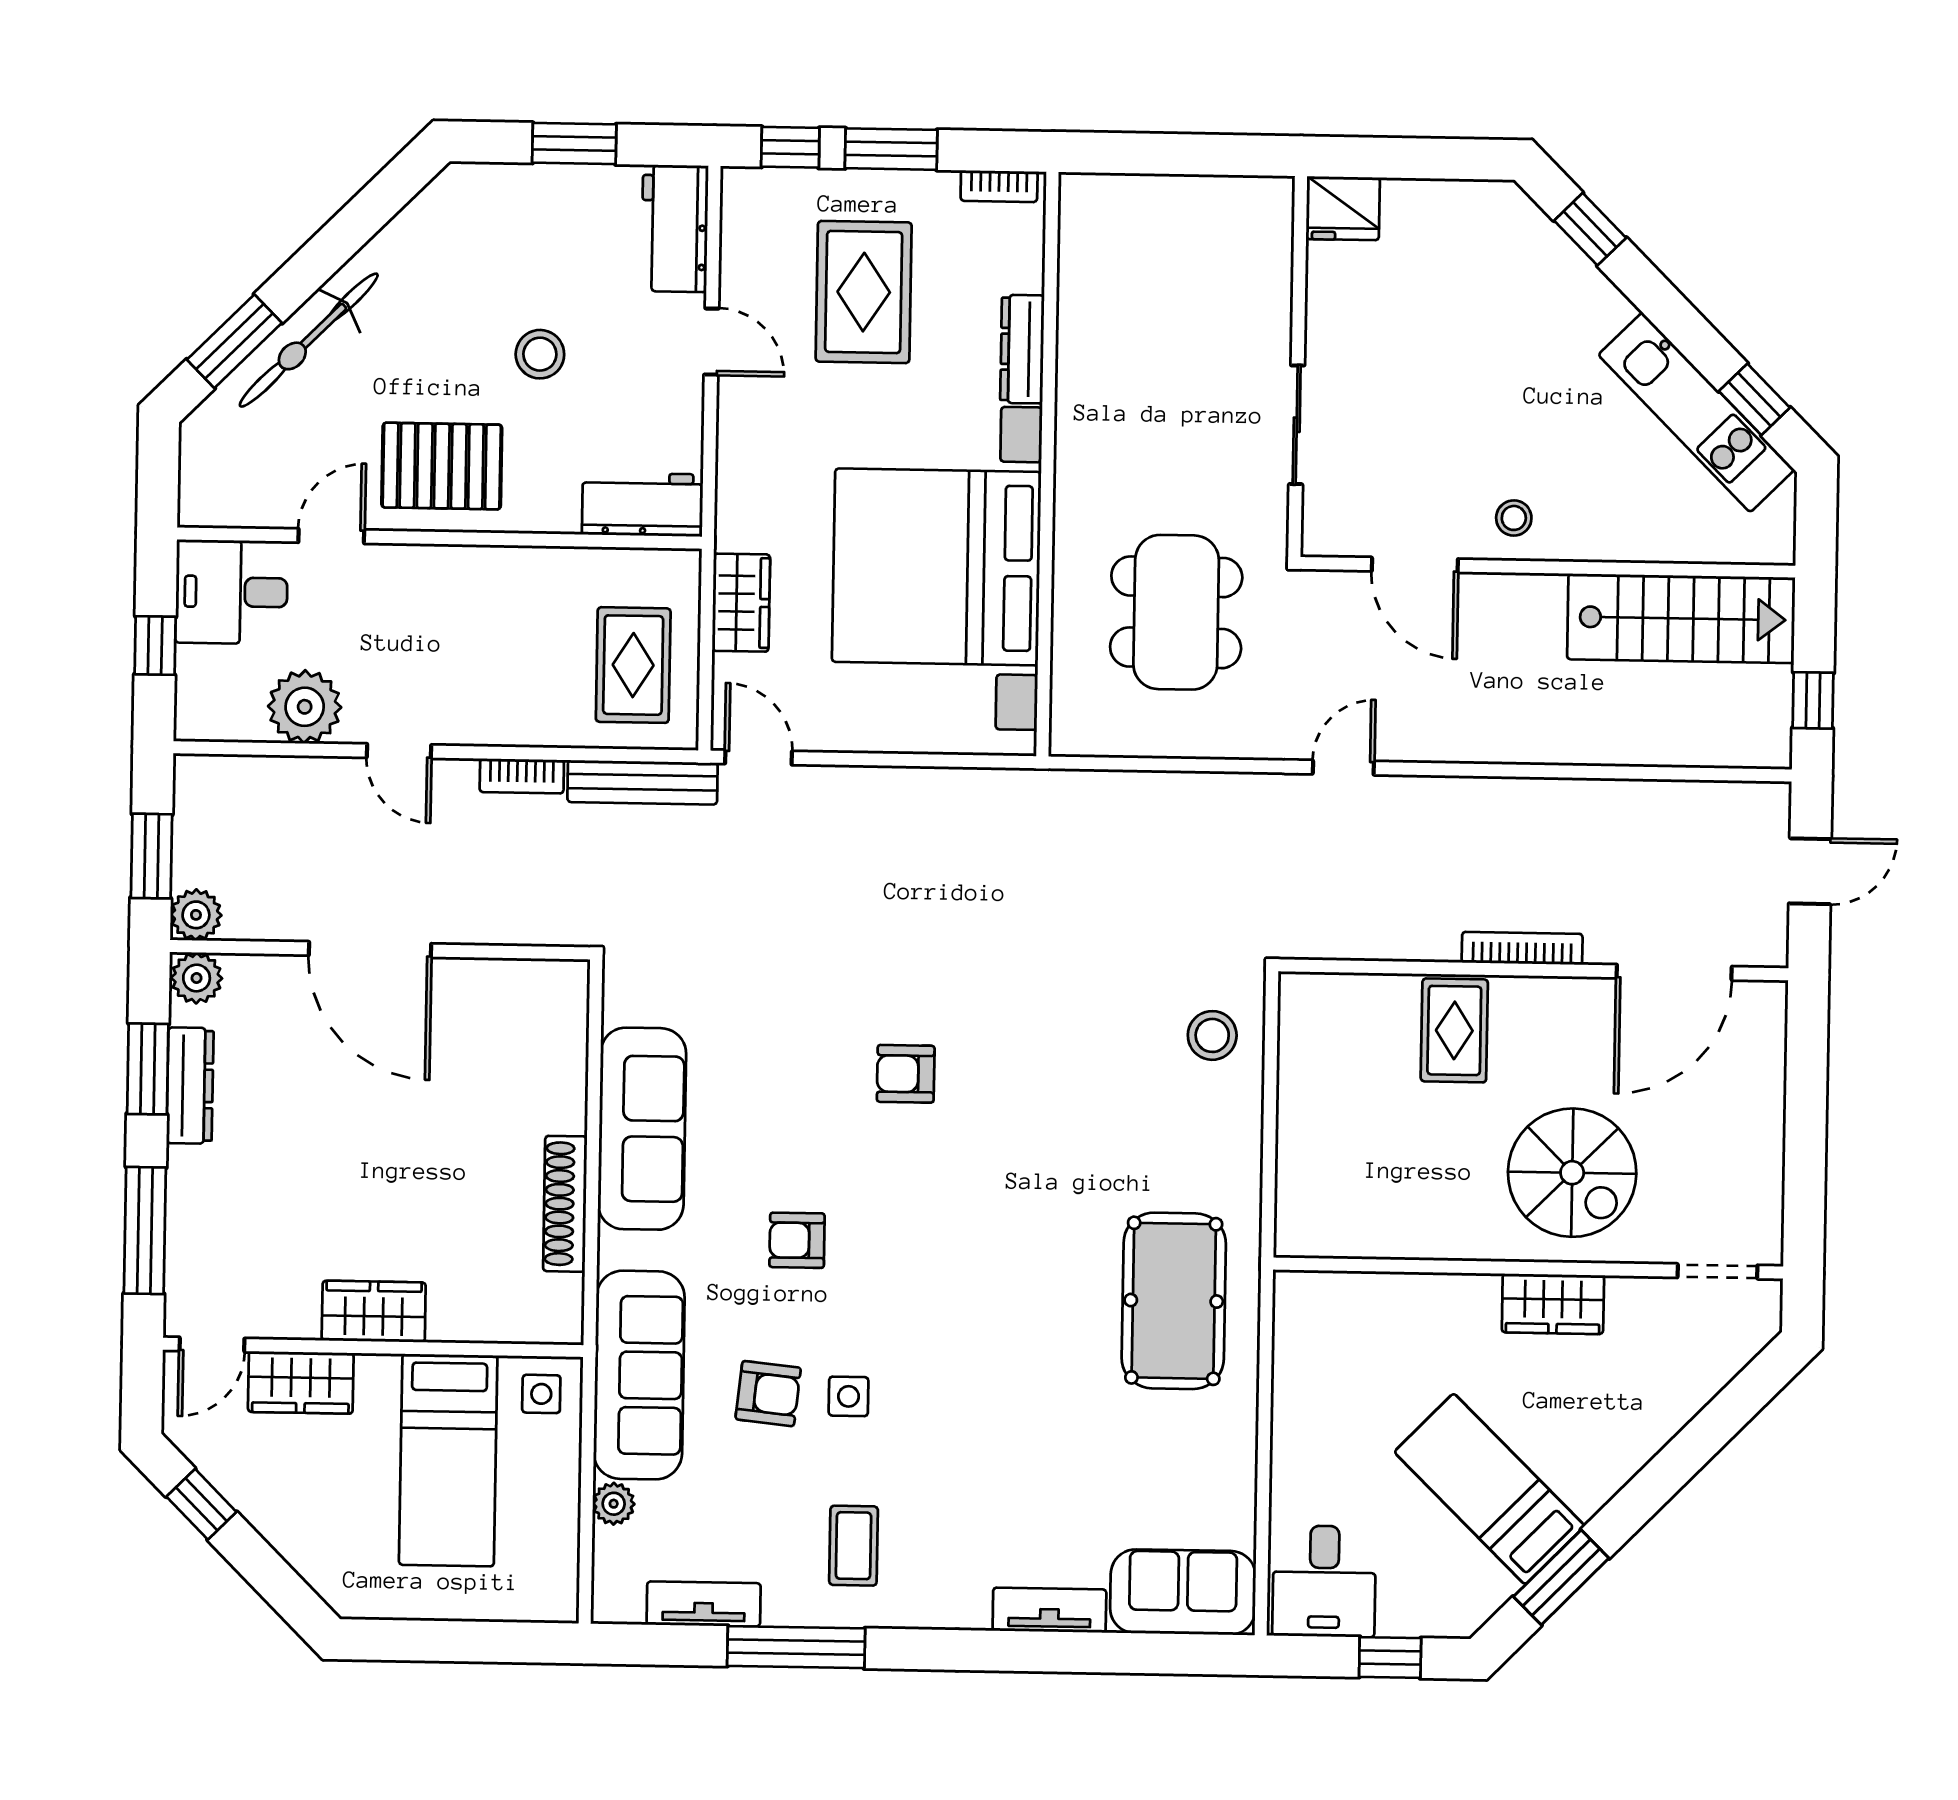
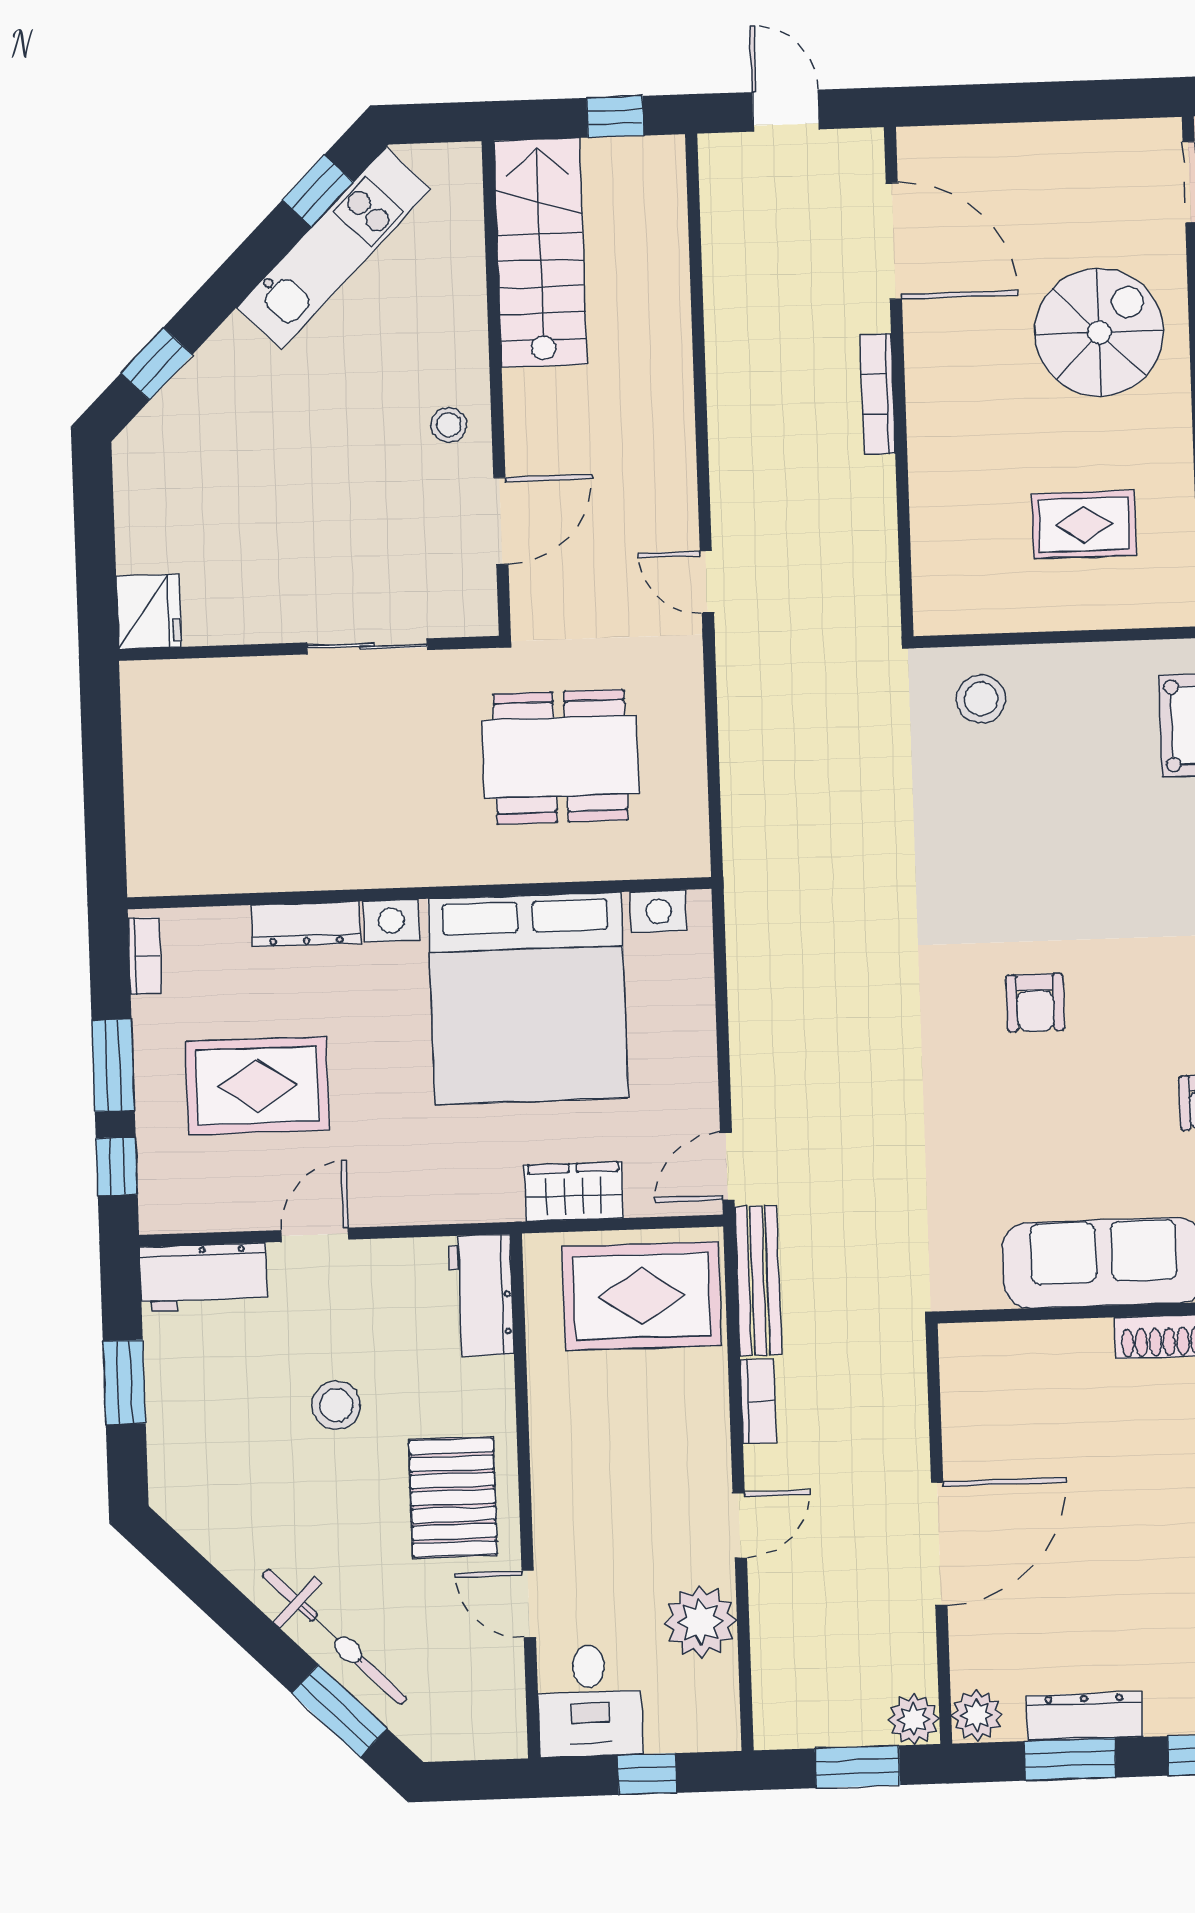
rug: (633, 665) -> (642, 1296), width x1.36, depth x1.43
rug: (1454, 1030) -> (1084, 525), moved

